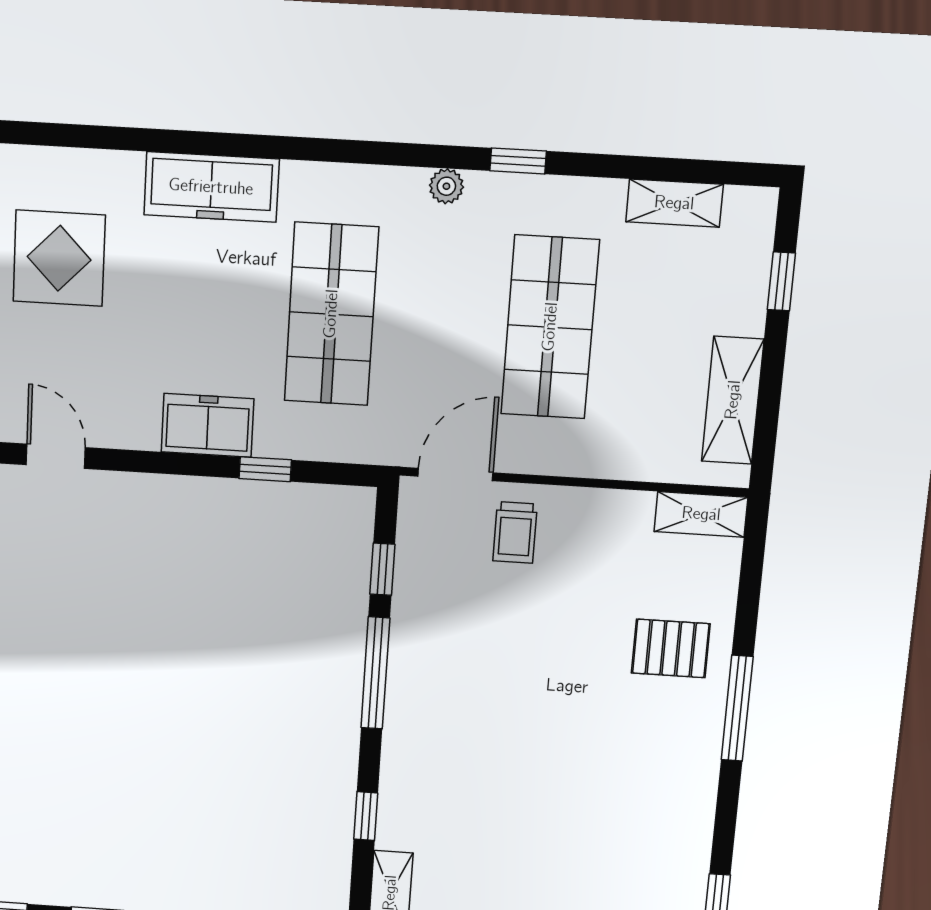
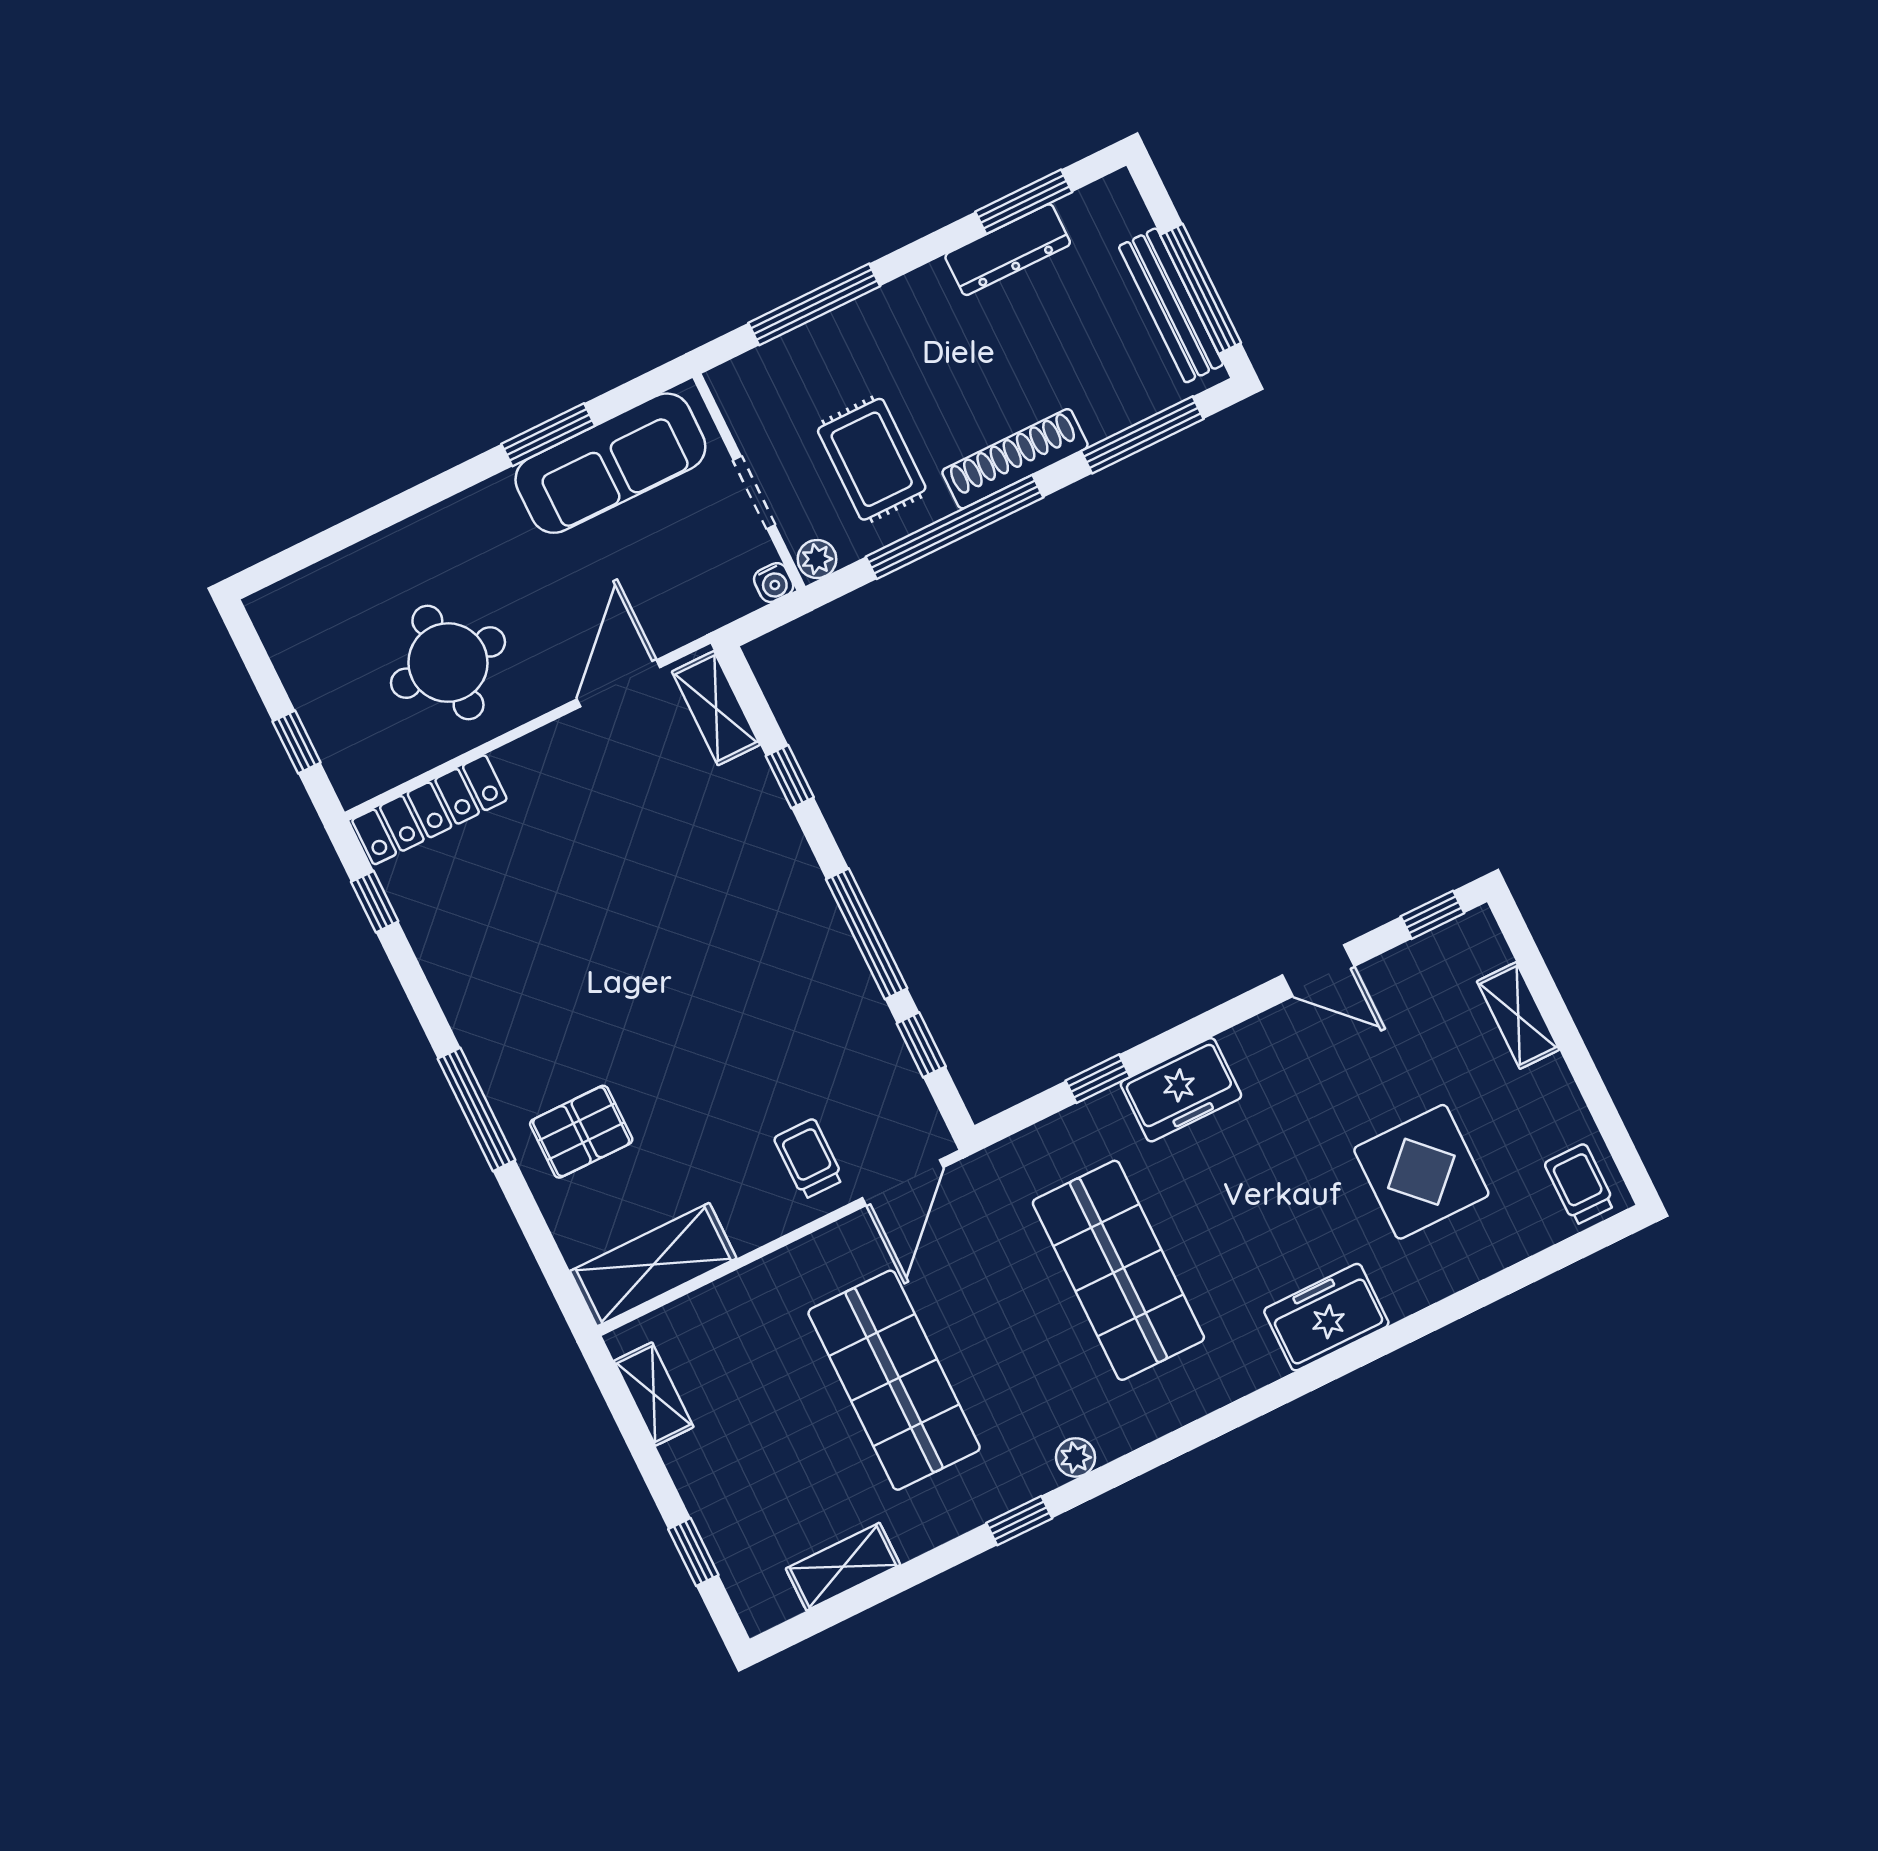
freezer: (211, 187) -> (1326, 1317), width x0.71
shelving: (733, 400) -> (654, 1394), width x0.67, depth x0.75
shelving: (701, 514) -> (653, 1265), width x1.50, depth x1.33

